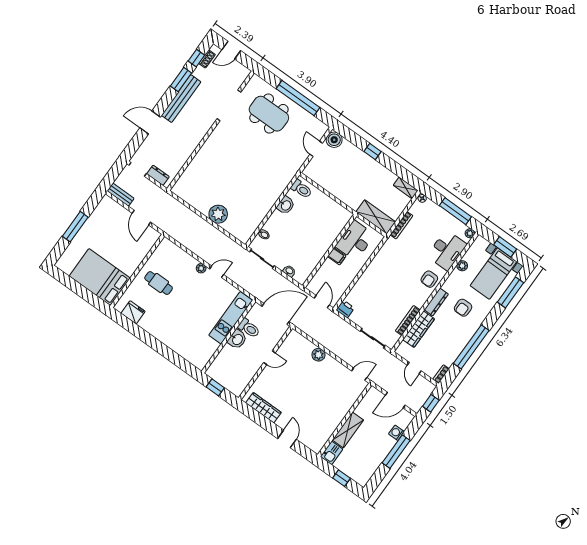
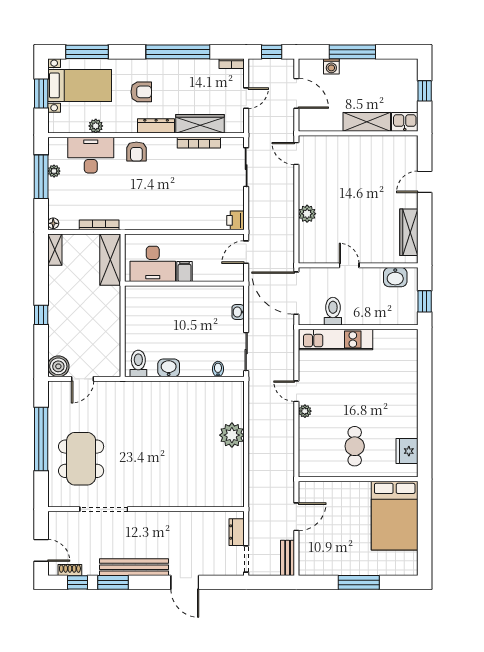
plant: (470, 233) -> (54, 171), moved
armchair: (429, 279) -> (136, 152), turned 90
washbasin: (237, 339) -> (395, 277), moved, turned 180

